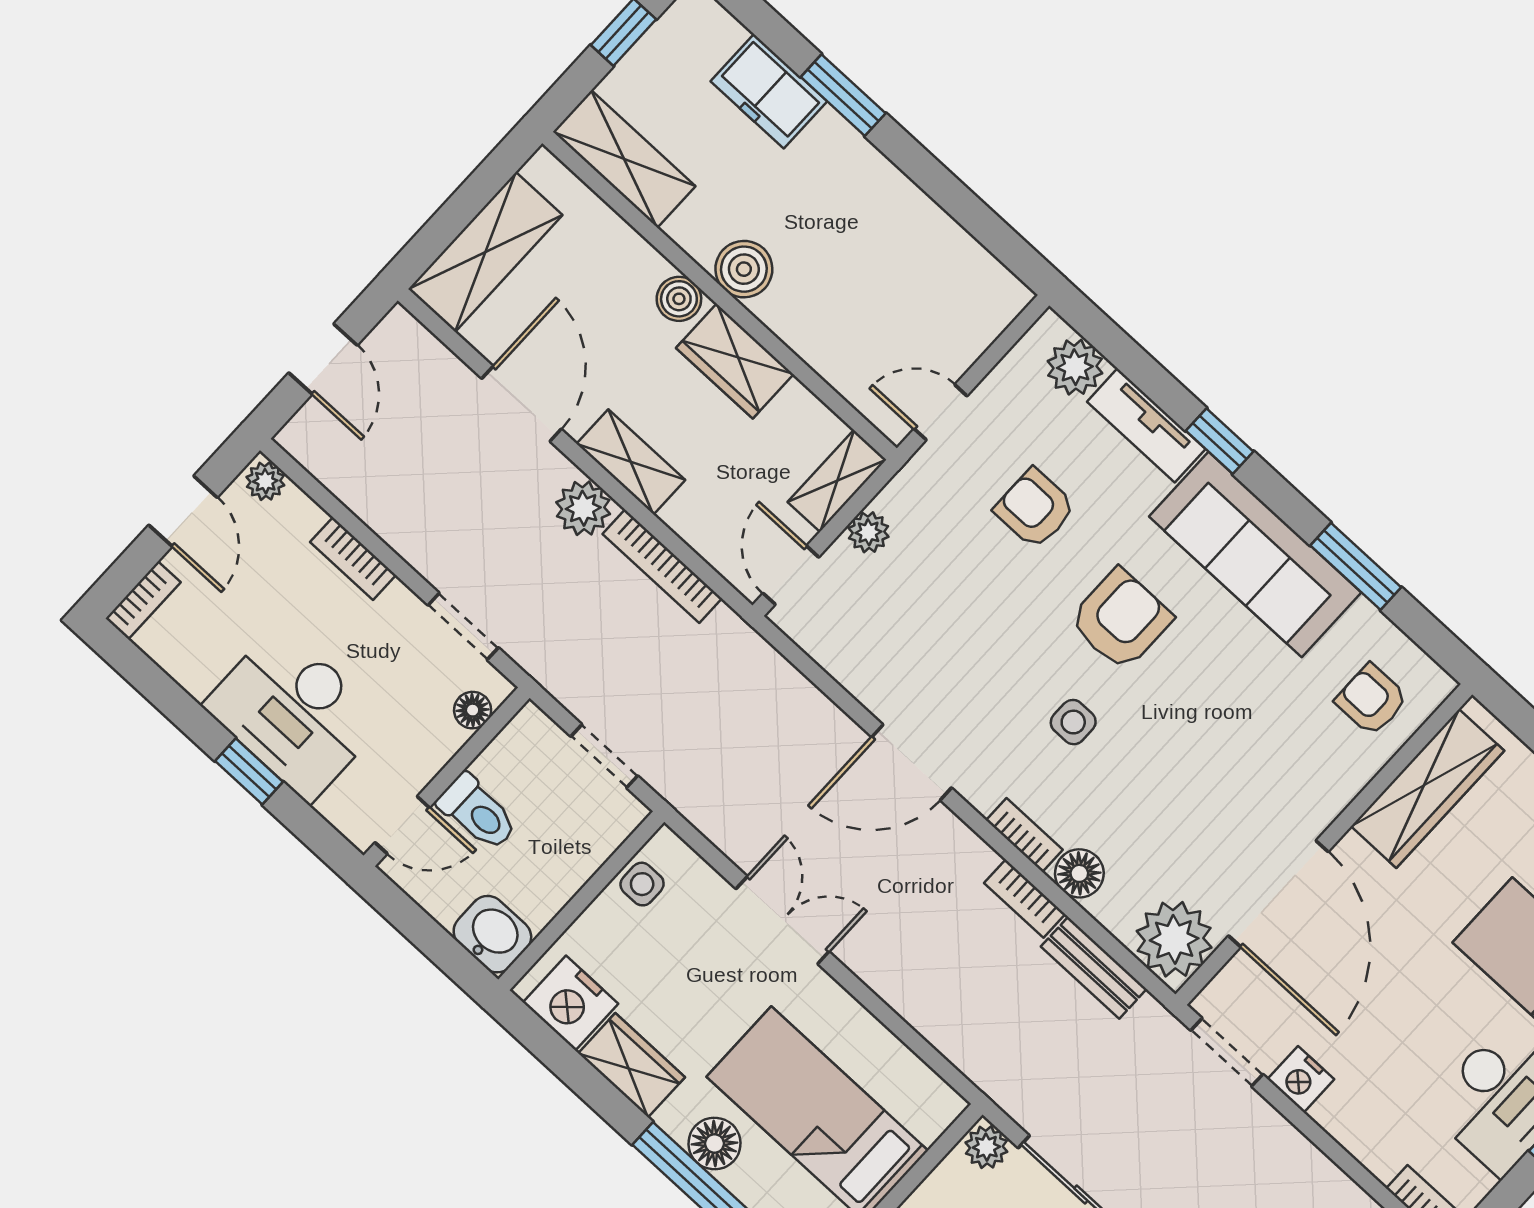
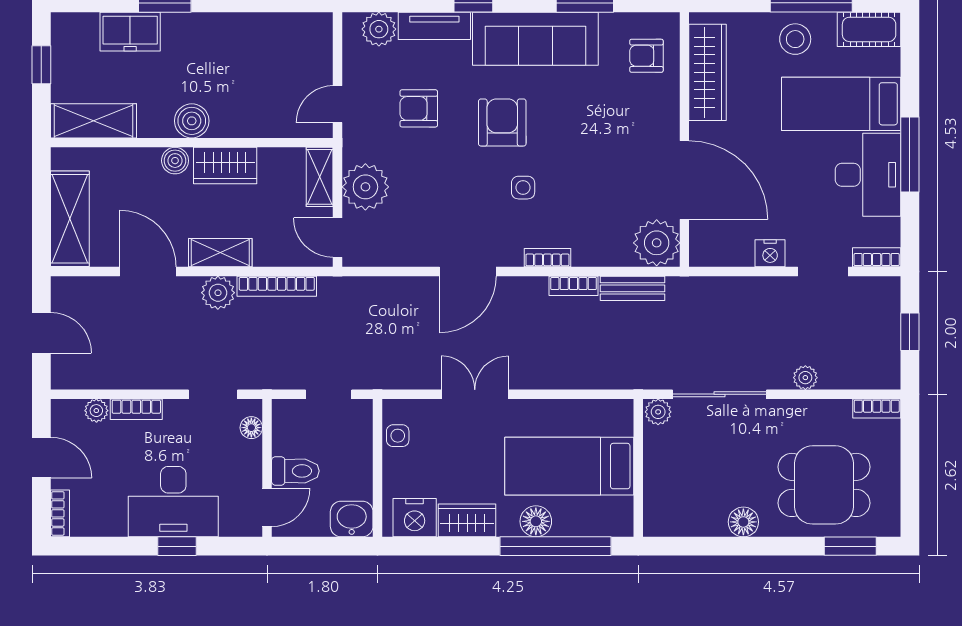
plant: (265, 481) -> (96, 411), moved
plant: (869, 532) -> (365, 187), width x1.87, depth x1.87
floor lamp: (1079, 873) -> (588, 252), removed
doorway: (1227, 1052) -> (823, 271), moved

